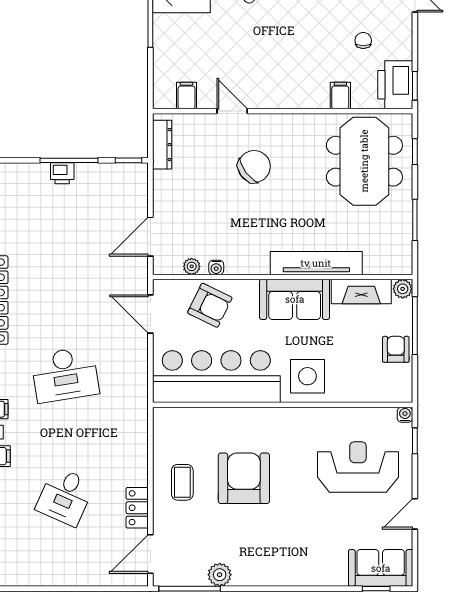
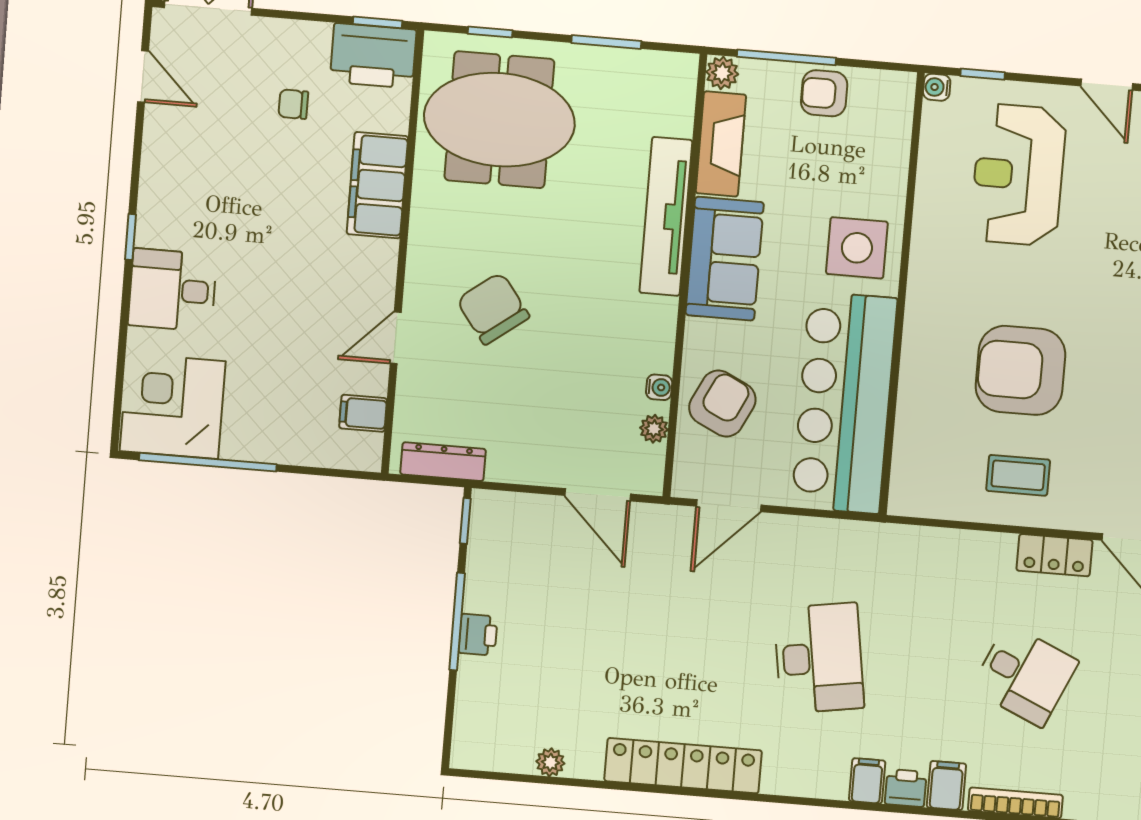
filing cabinet: (340, 95) -> (377, 185), width x3.00, depth x1.17

